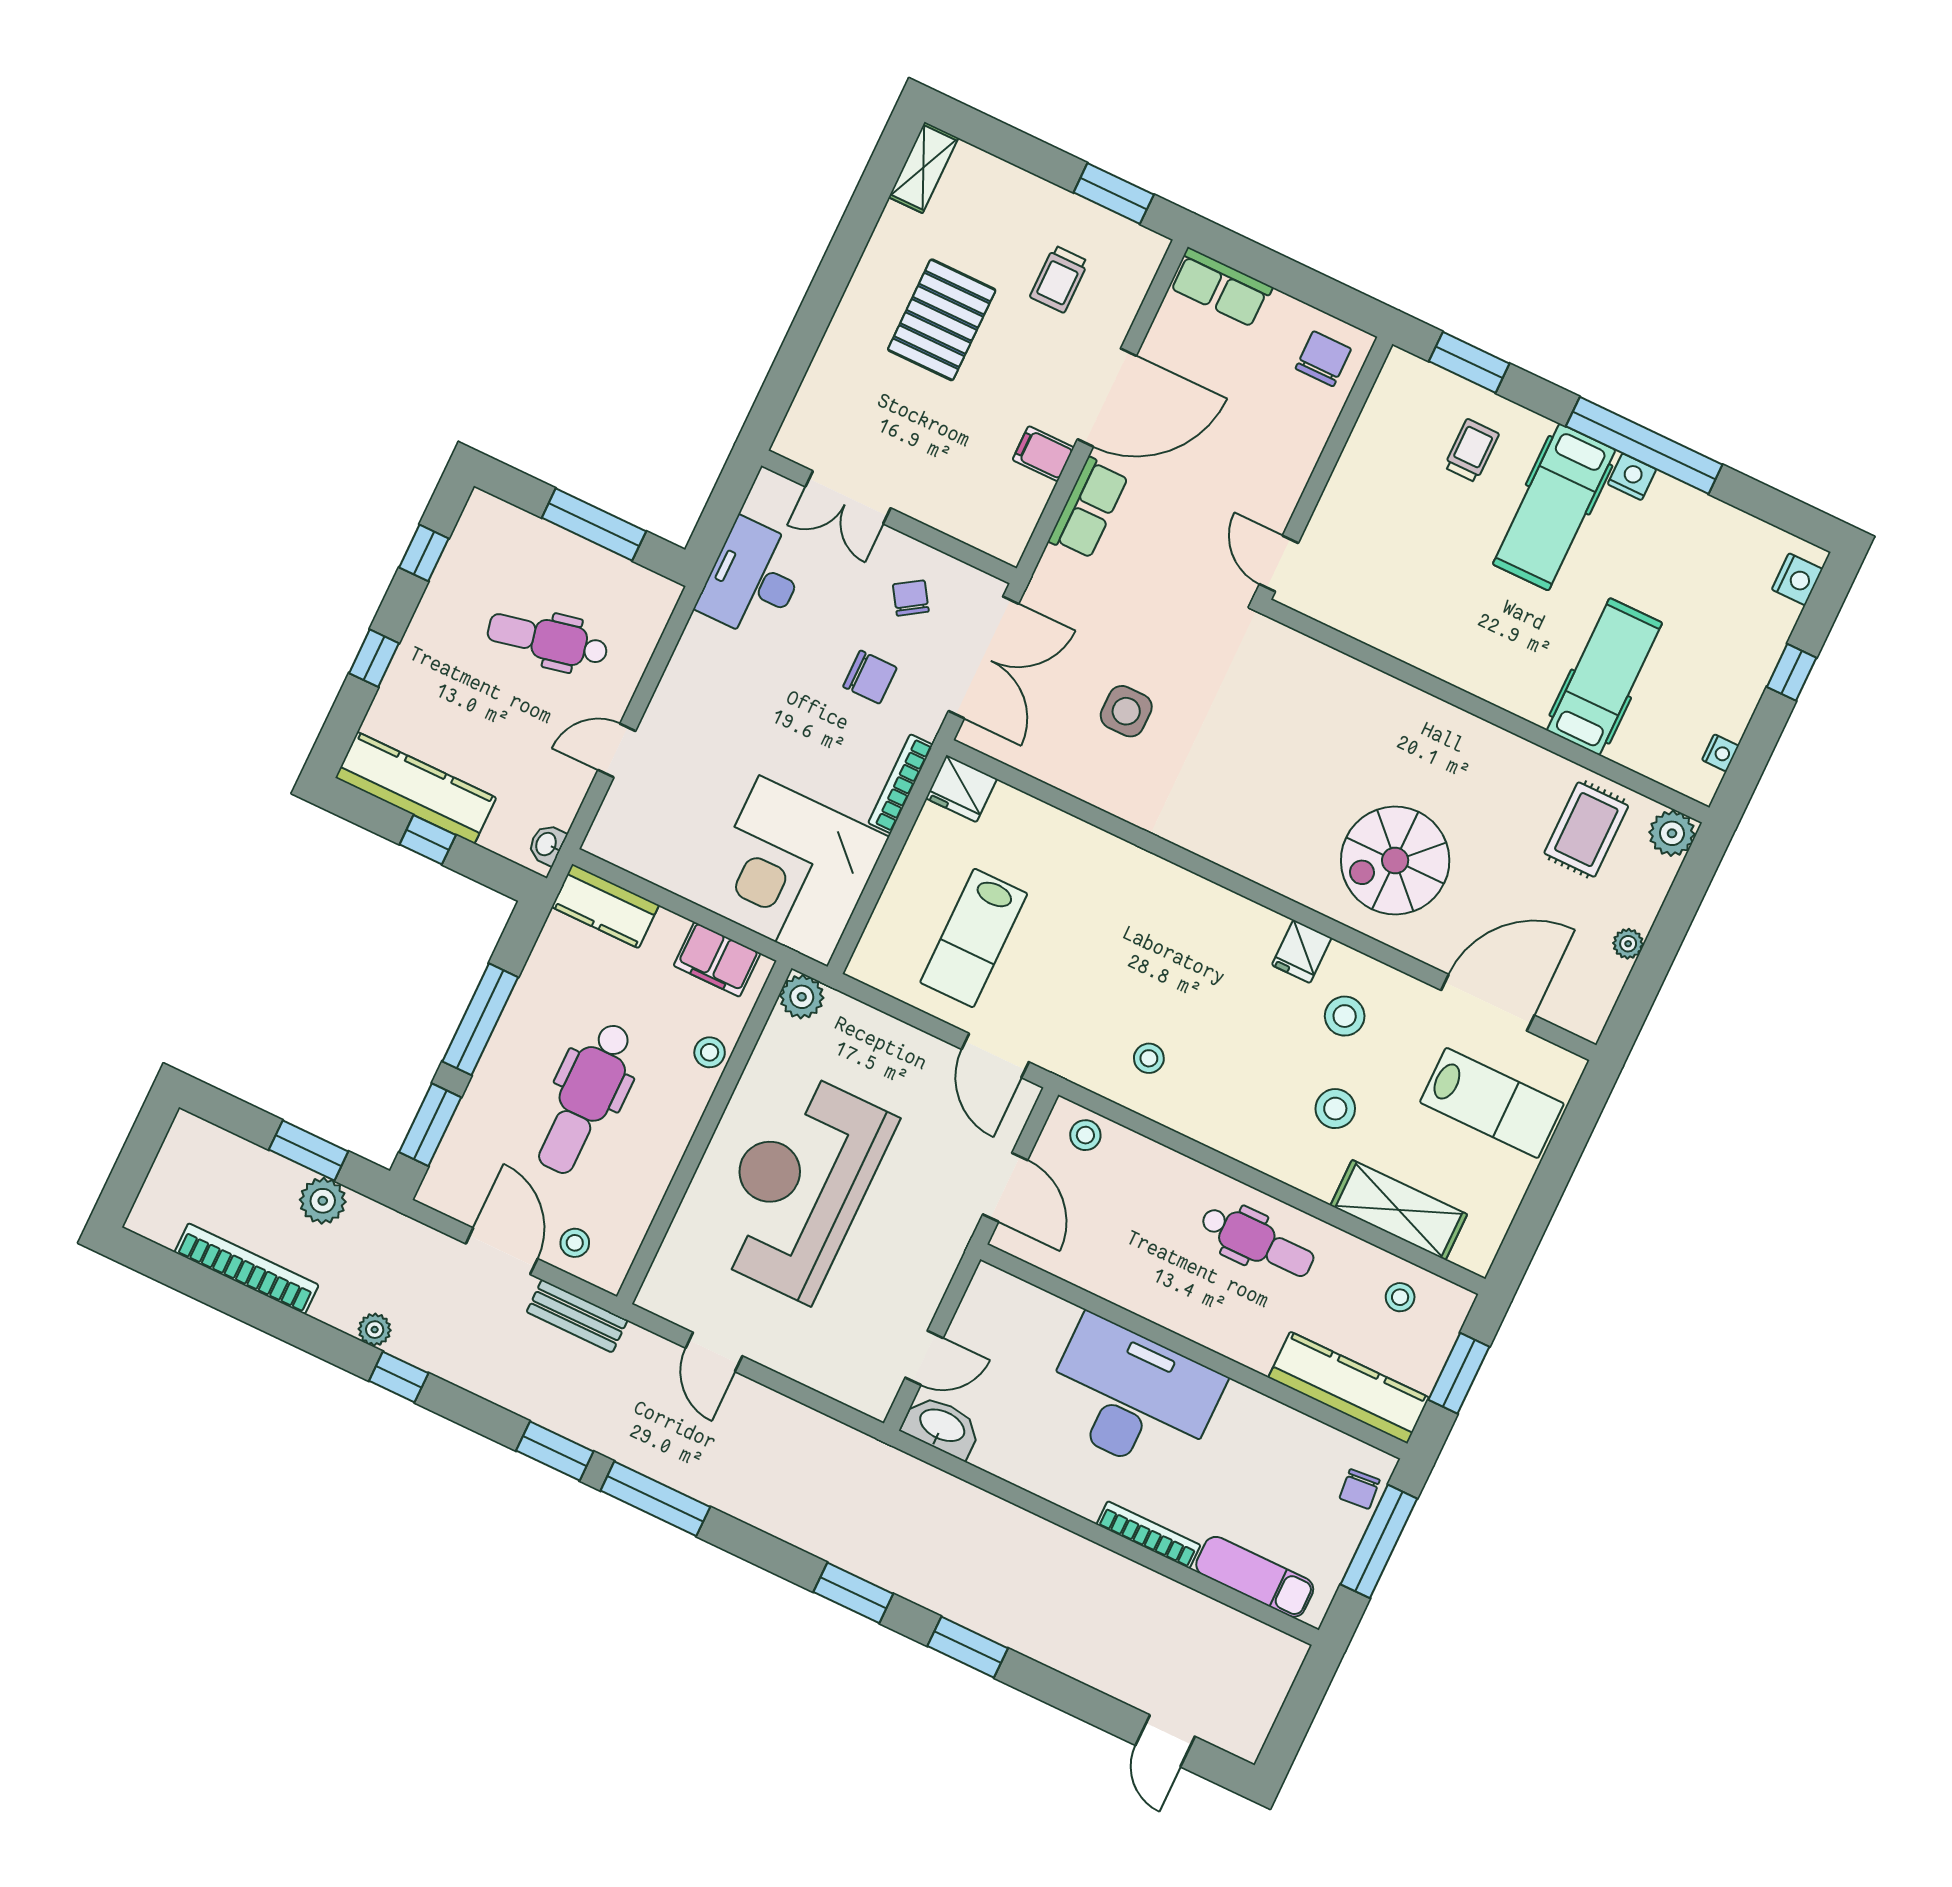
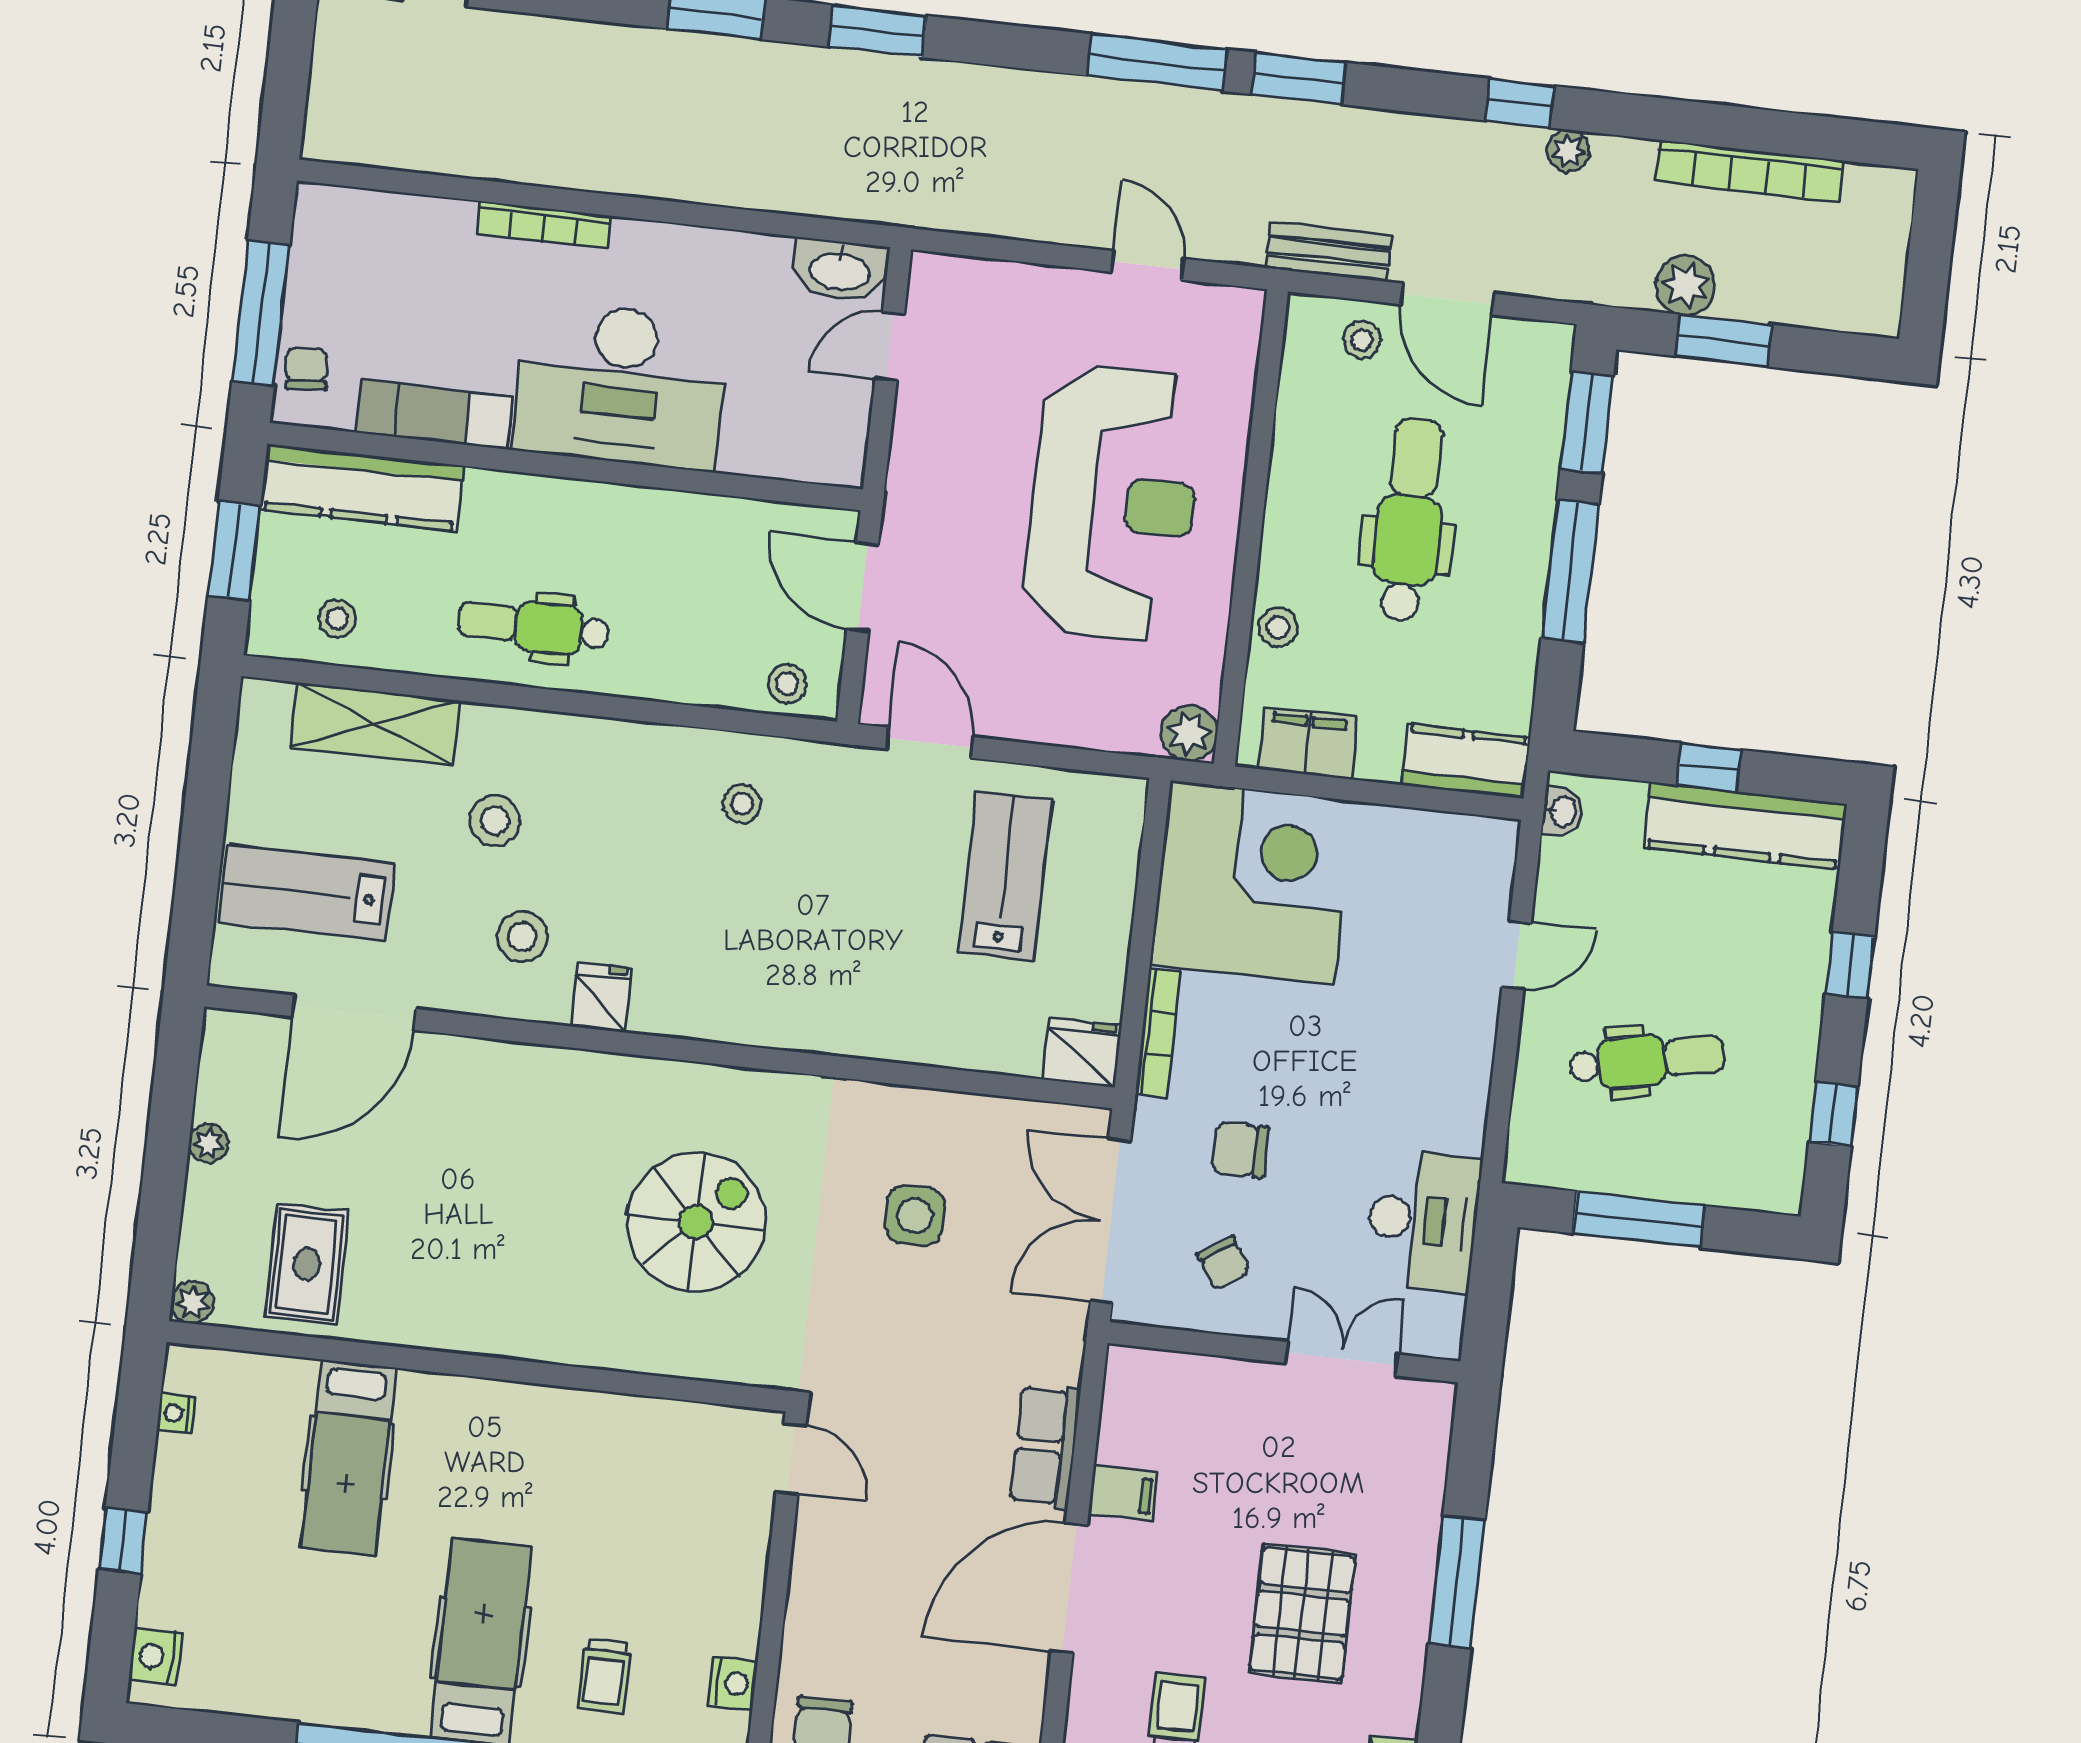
window: (820, 304) -> (1457, 1582), added
nightstand: (1632, 477) -> (733, 1683), moved, turned -90
plant: (1672, 833) -> (192, 1302), width x0.73, depth x0.73
spiral stairs: (1395, 861) -> (696, 1222), moved
exam couch: (1255, 1577) -> (434, 415), moved, turned 180

